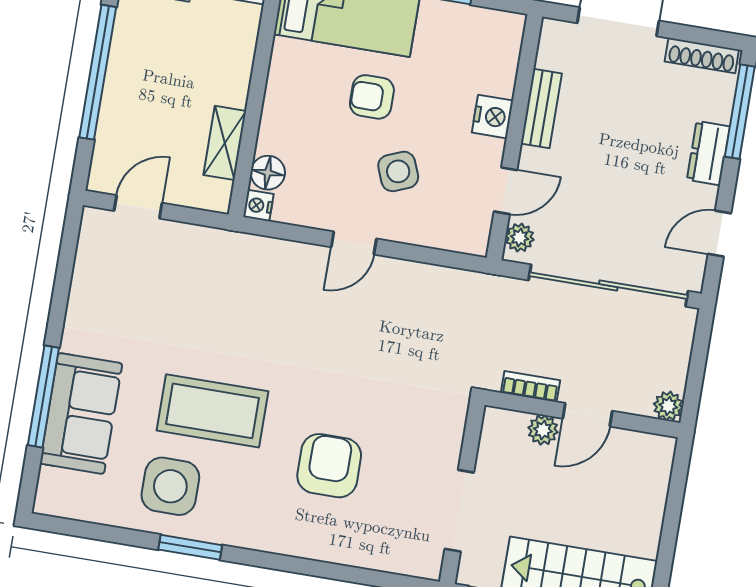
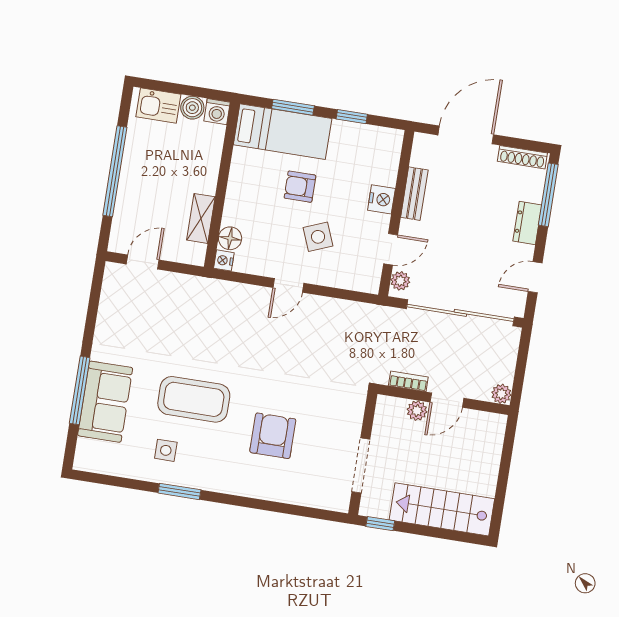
side table: (170, 486) -> (166, 450), width x0.54, depth x0.54

